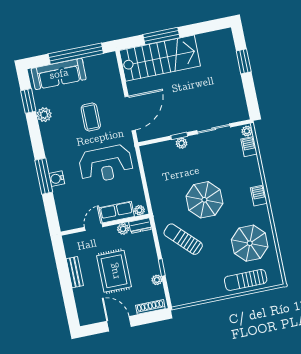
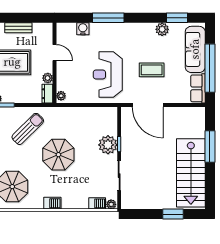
stairs: (160, 58) -> (191, 173), moved
plant: (182, 143) -> (108, 145), width x1.88, depth x1.88
water cooler: (57, 179) -> (83, 29), moved
row of seats: (117, 212) -> (198, 88), moved, turned 180

